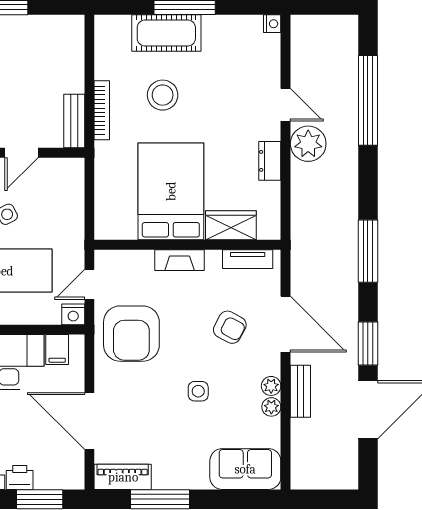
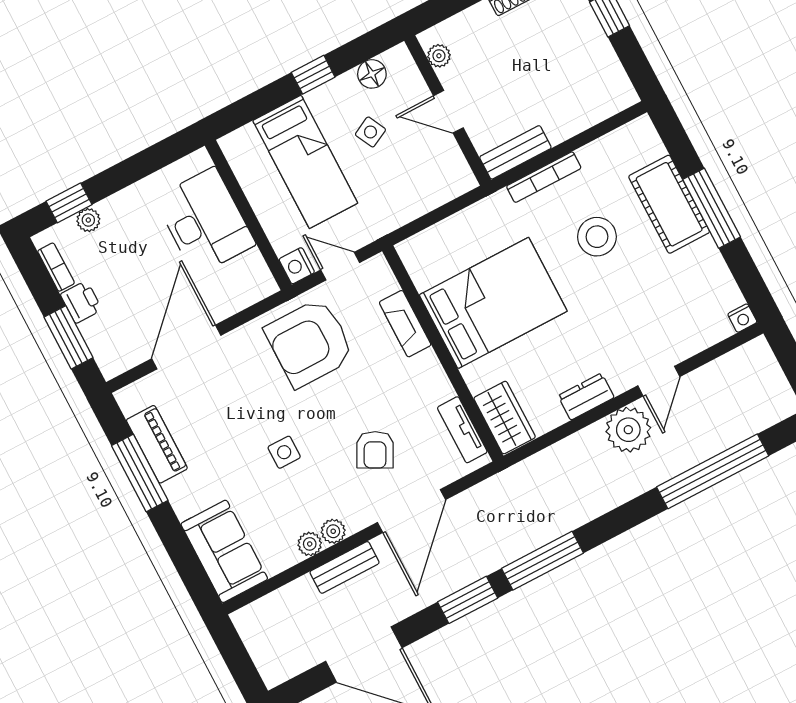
wardrobe: (231, 225) -> (505, 418), moved
fireplace: (180, 260) -> (405, 324), moved
window: (368, 344) -> (468, 600), moved
filing cabinet: (57, 350) -> (248, 268), removed
piano: (123, 477) -> (157, 444), moved

